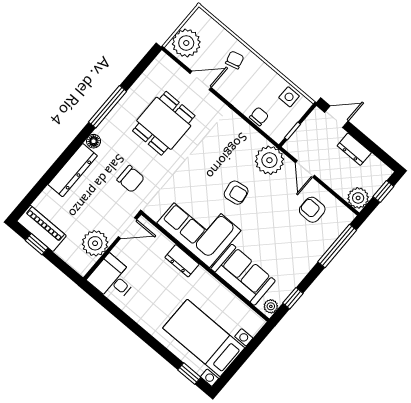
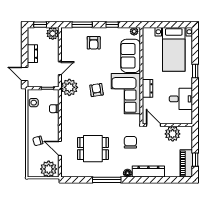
armchair: (312, 210) -> (94, 43), moved
window: (337, 246) -> (82, 25), width x0.69
desk: (113, 279) -> (181, 99), moved, turned -90
window: (293, 298) -> (112, 25), moved
window: (189, 374) -> (195, 71), moved

